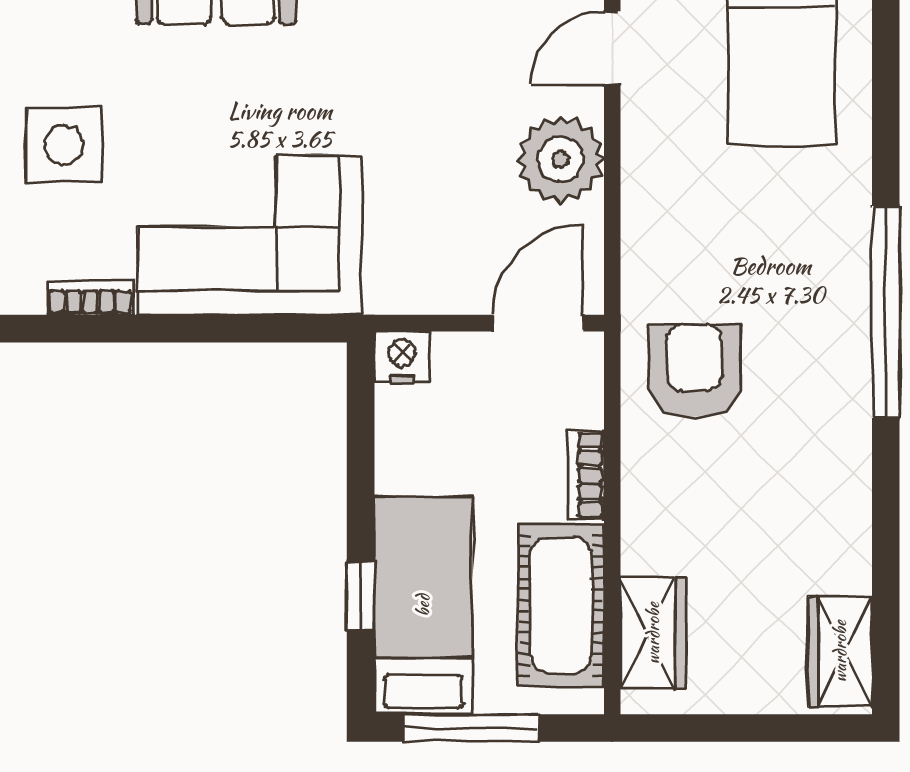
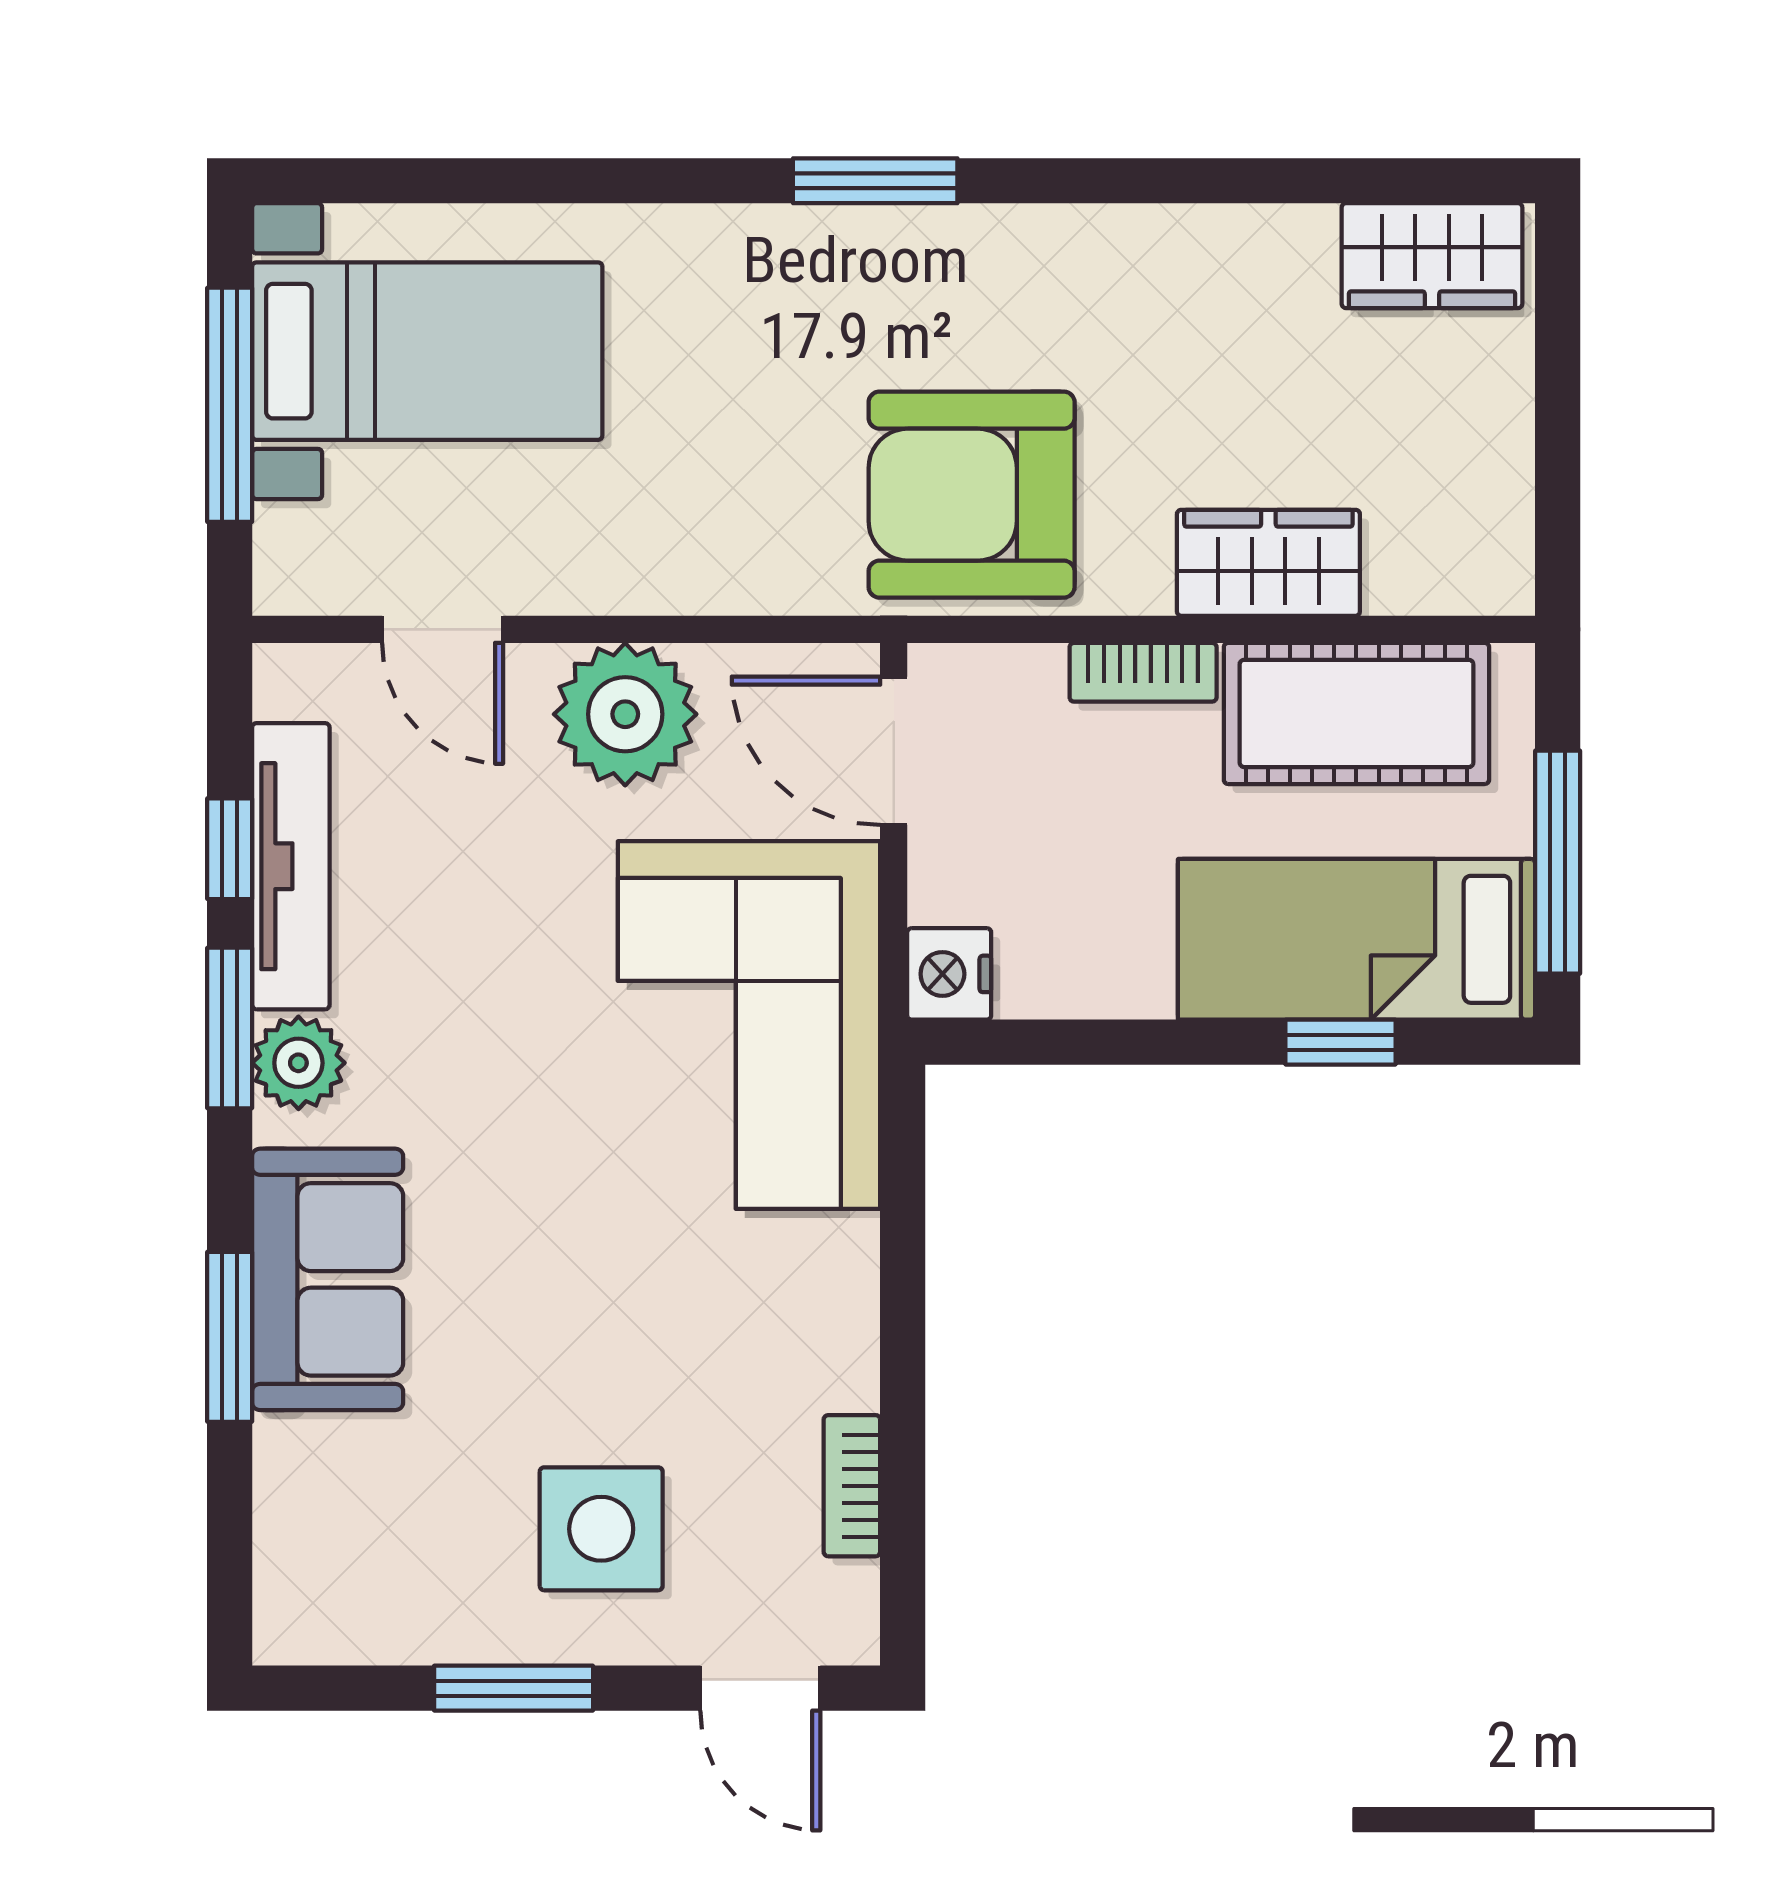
corner sofa: (250, 235) -> (749, 1025), moved
window: (886, 312) -> (875, 181), width x0.47
armchair: (694, 371) -> (972, 495), width x1.36, depth x1.36
wardrobe: (653, 633) -> (1268, 563), moved

